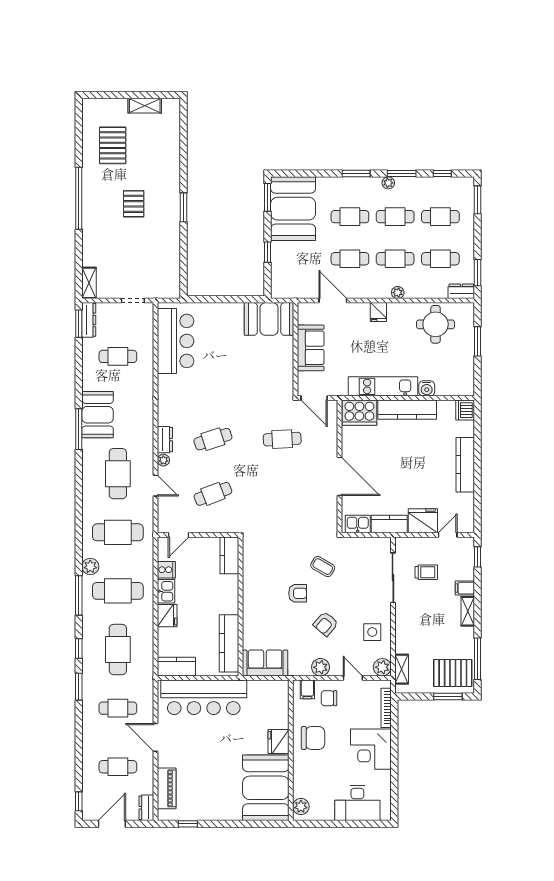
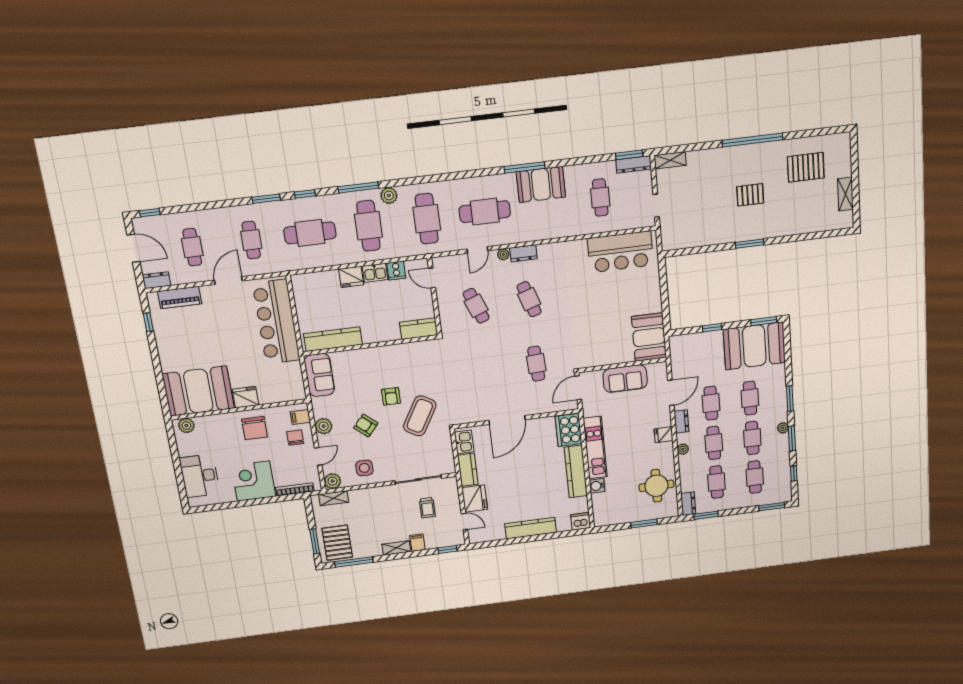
dresser: (366, 292) -> (682, 421), added
coffee table: (323, 567) -> (420, 416), width x1.86, depth x1.72
kitchen counter: (176, 667) -> (302, 292), removed

